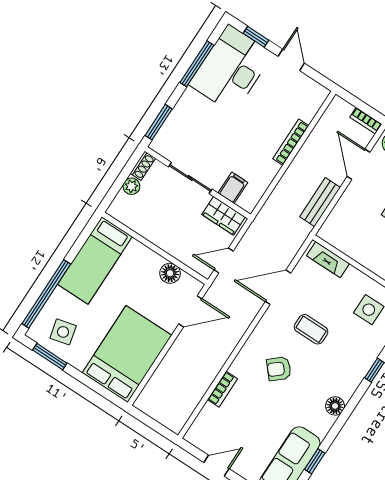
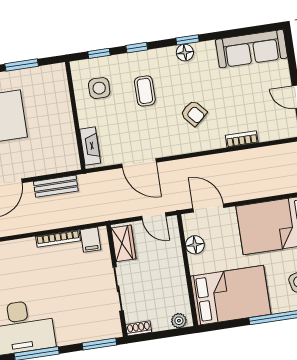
bookcase: (291, 142) -> (58, 239), moved
plant: (131, 186) -> (179, 321), moved
filing cabinet: (233, 188) -> (91, 240), moved, turned -90
bed: (95, 260) -> (231, 295), width x1.50
coffee table: (311, 329) -> (145, 91), moved
window: (315, 461) -> (187, 40), moved

